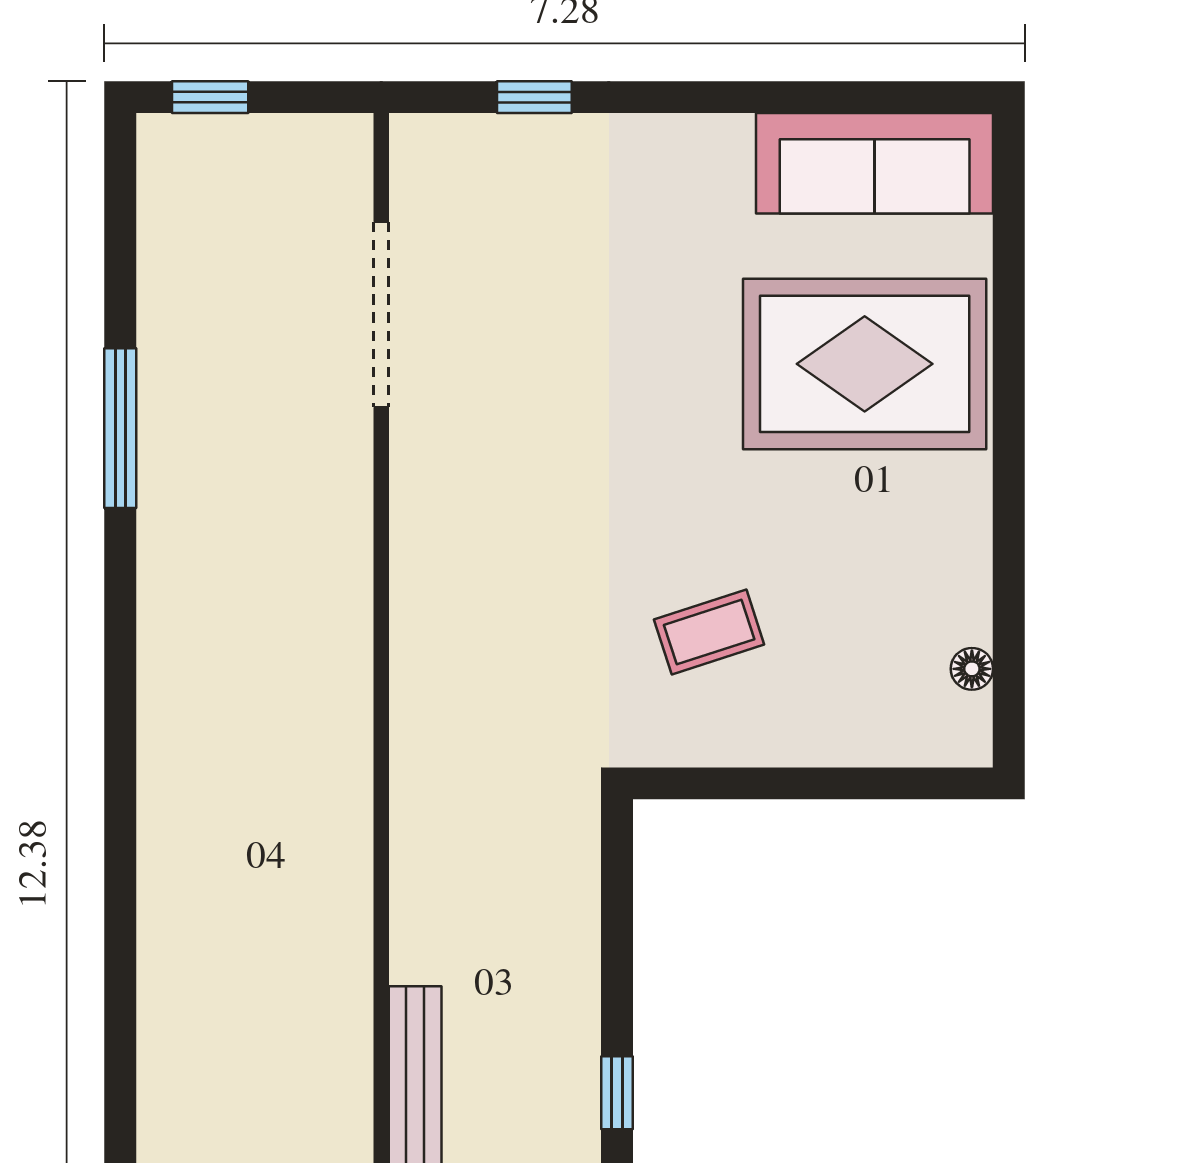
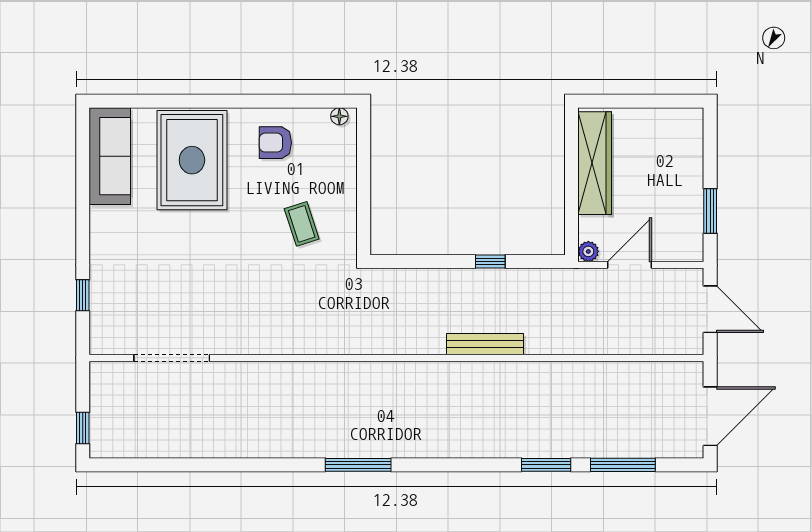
window: (120, 428) -> (358, 465), moved
armchair: (908, 568) -> (275, 143), added
floor lamp: (972, 669) -> (339, 116), moved

